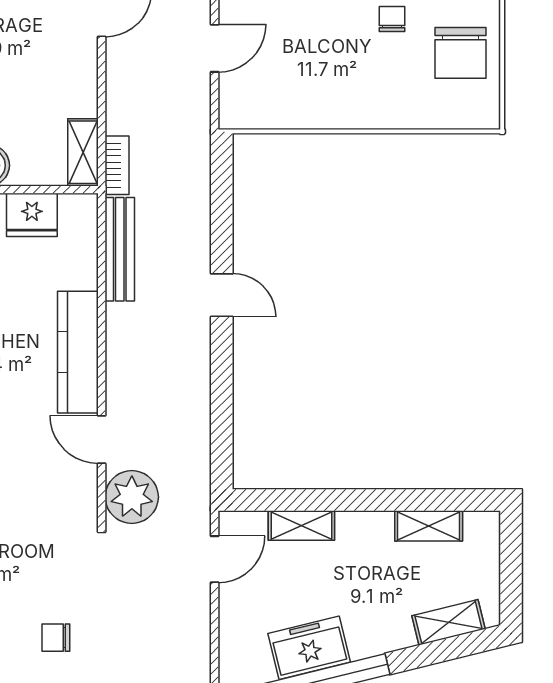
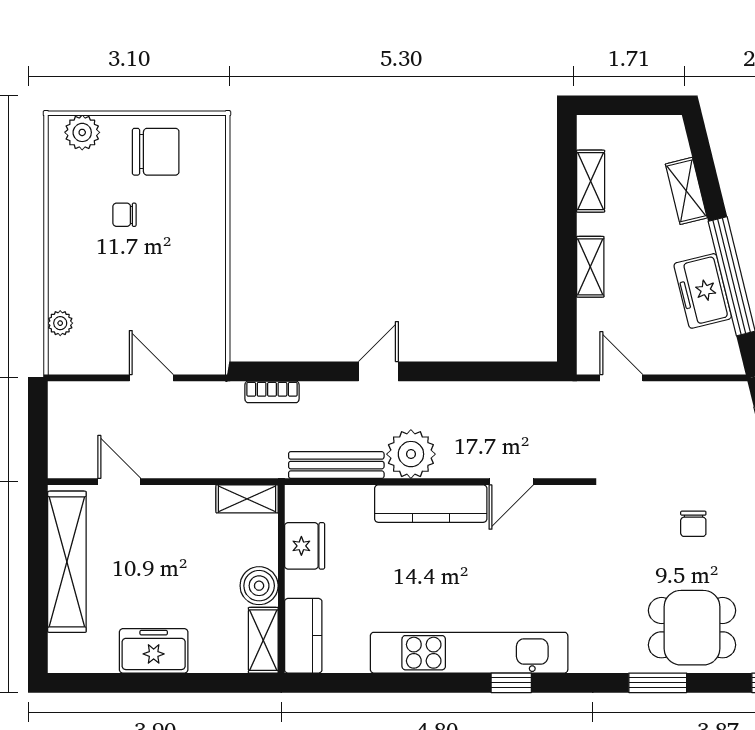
bookcase: (117, 165) -> (272, 392), moved, turned 180
plant: (132, 497) -> (411, 454), moved
shelving: (301, 526) -> (590, 267), moved
shelving: (448, 622) -> (686, 191), moved

